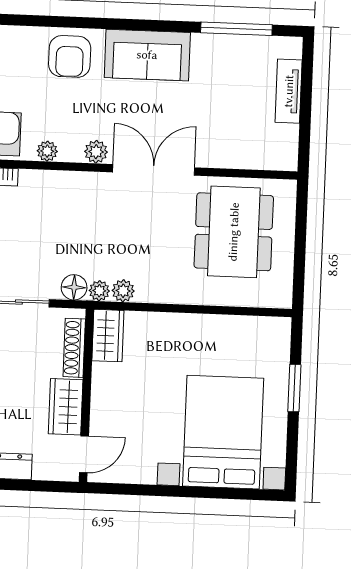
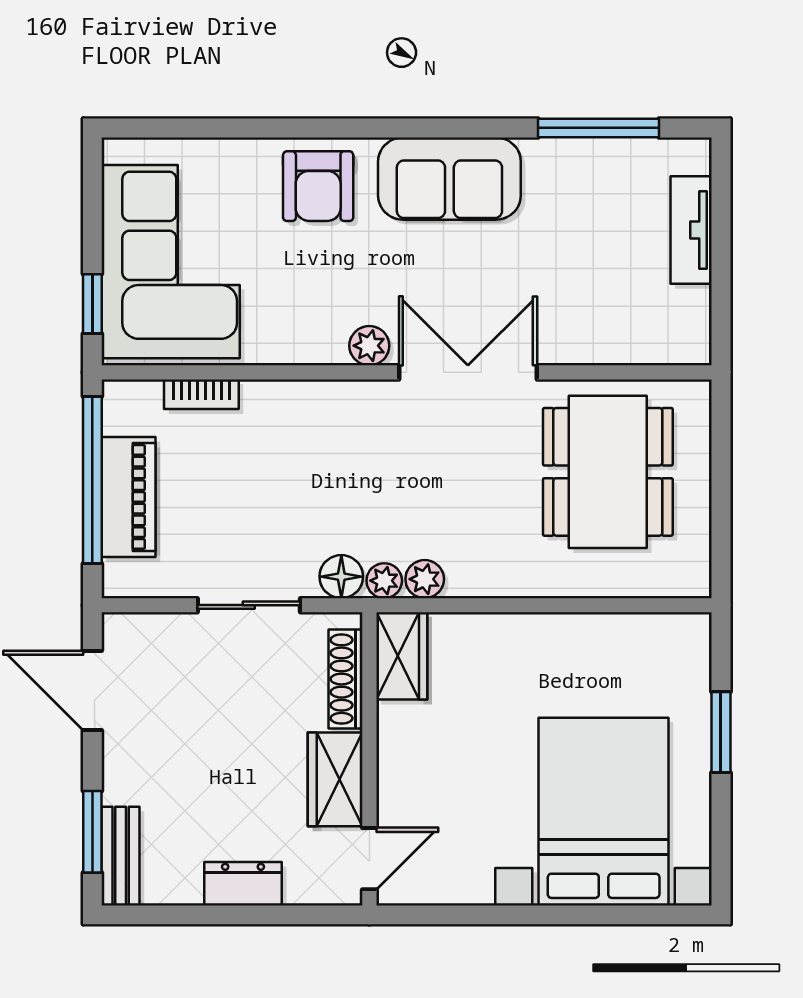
plant: (47, 151) -> (287, 348), removed

